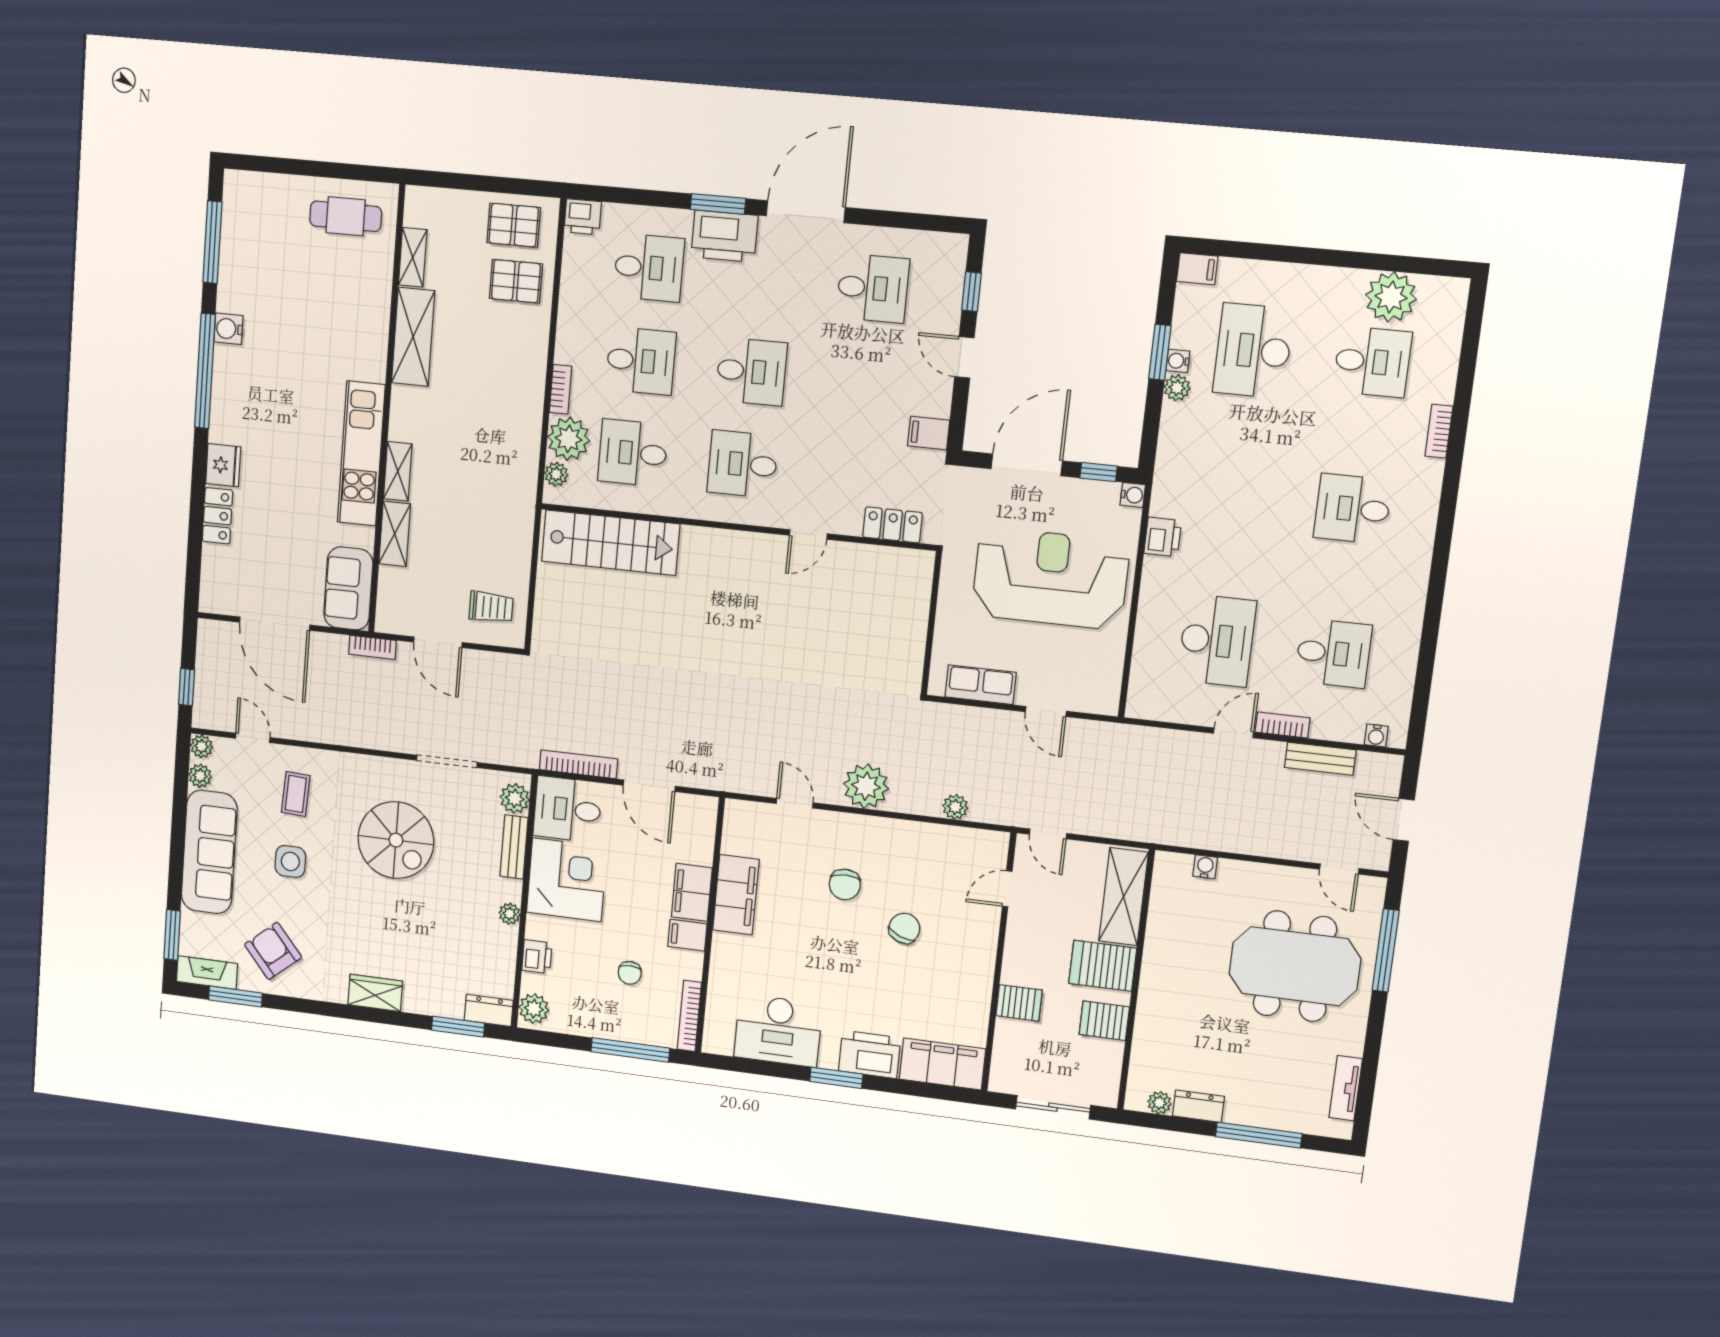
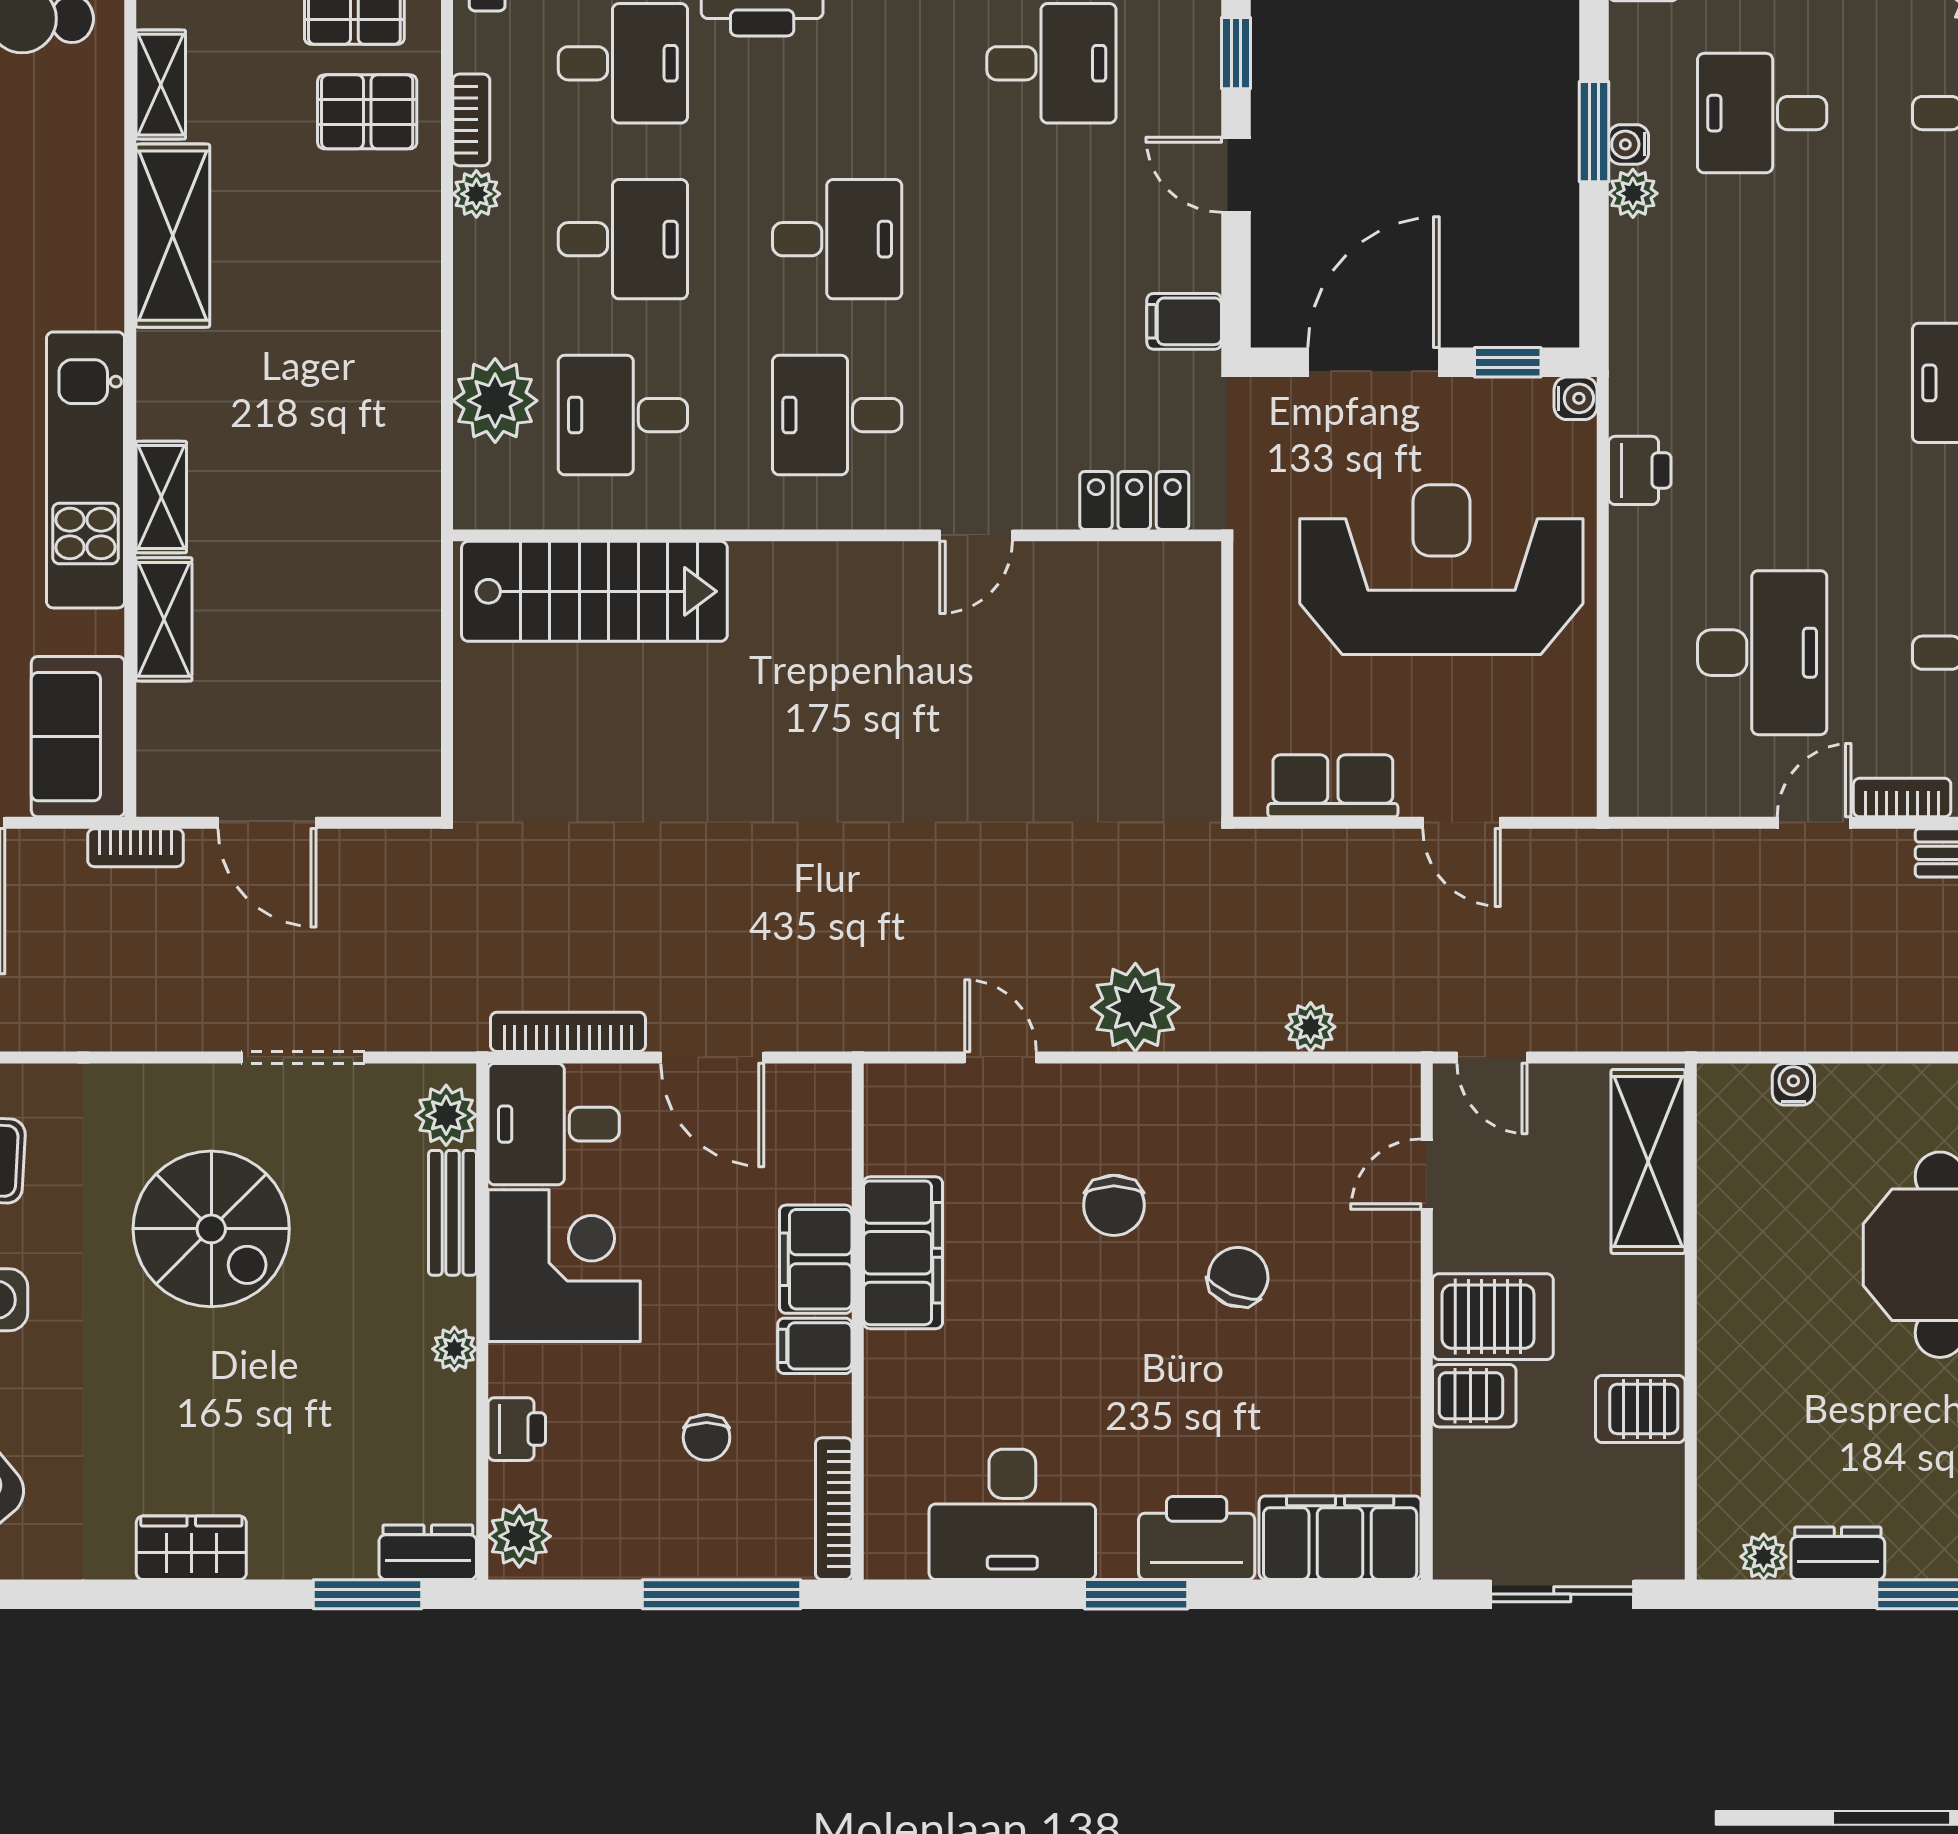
desk: (1253, 351) -> (1762, 113), width x0.73
bookcase: (560, 389) -> (471, 120), moved
plant: (556, 474) -> (476, 194), moved
trolley: (491, 607) -> (368, 742), removed
server rack: (1103, 966) -> (1493, 1317), moved, turned 180

